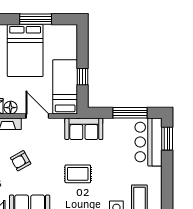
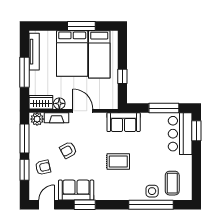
bed: (65, 87) -> (99, 54), moved, turned 180

